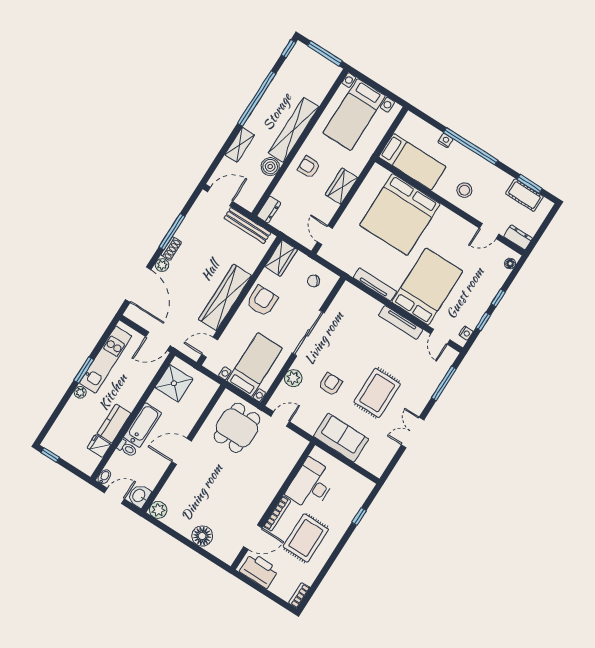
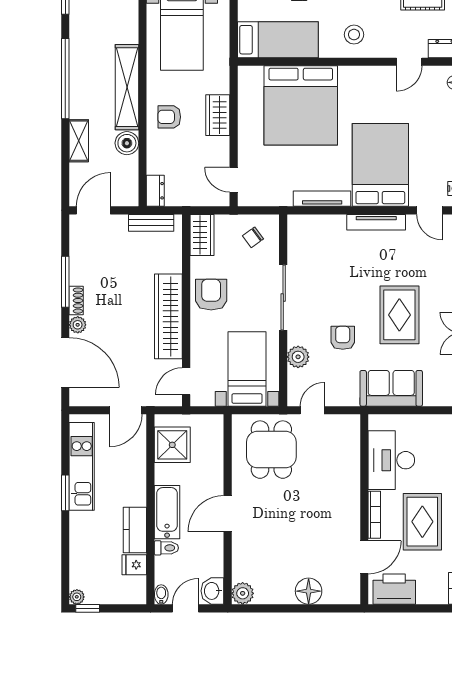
bench: (247, 225) -> (151, 223), width x0.73
plant: (80, 392) -> (77, 597), moved

